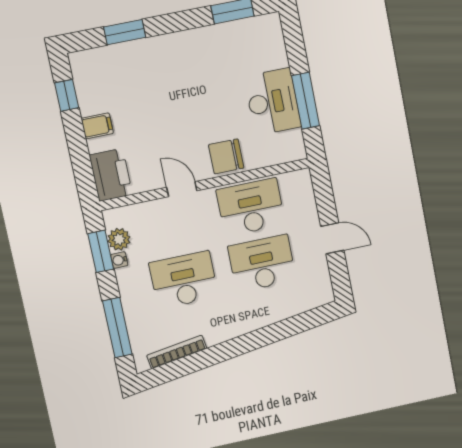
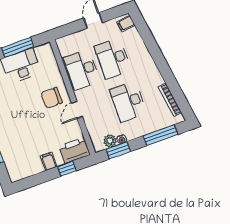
window: (67, 95) -> (67, 169), moved
chair: (226, 156) -> (52, 98), moved, turned 90
filing cabinet: (318, 294) -> (126, 24), added

